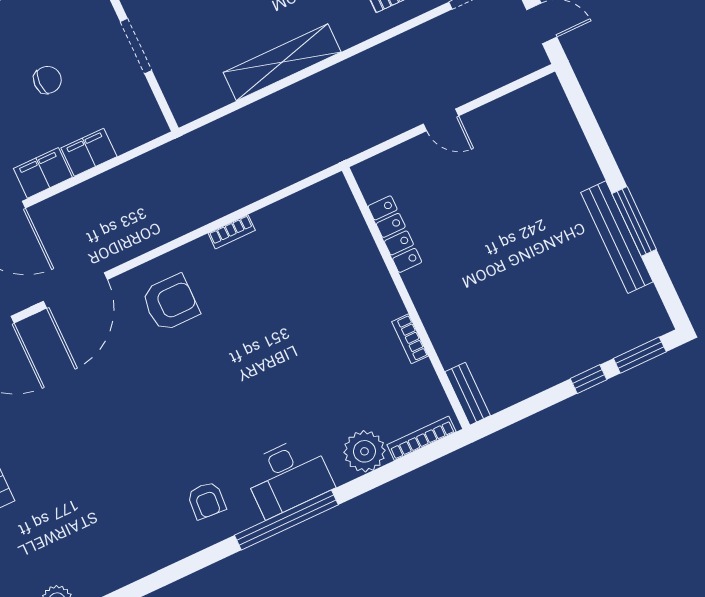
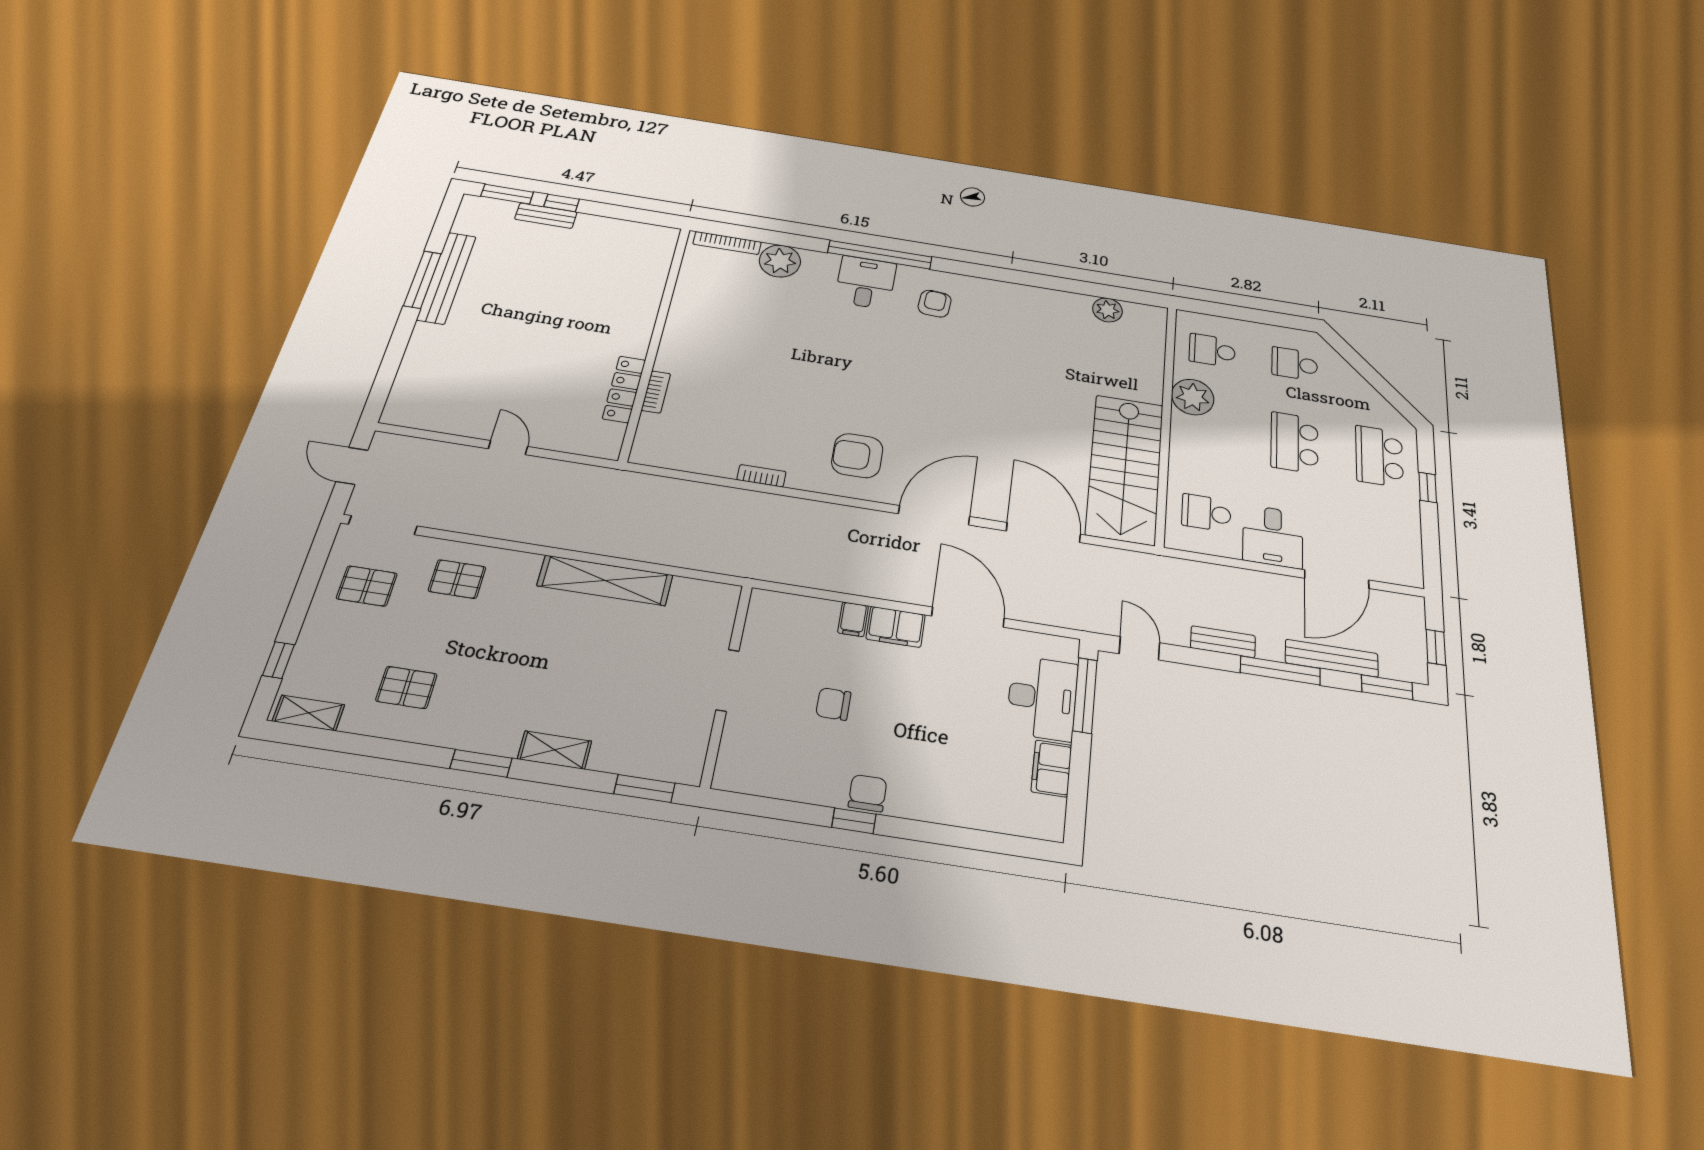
filing cabinet: (89, 152) -> (853, 619), width x0.50
bookcase: (410, 339) -> (656, 392), moved
bench: (468, 394) -> (546, 216), moved, turned 90
desk: (288, 476) -> (866, 283), width x0.73

